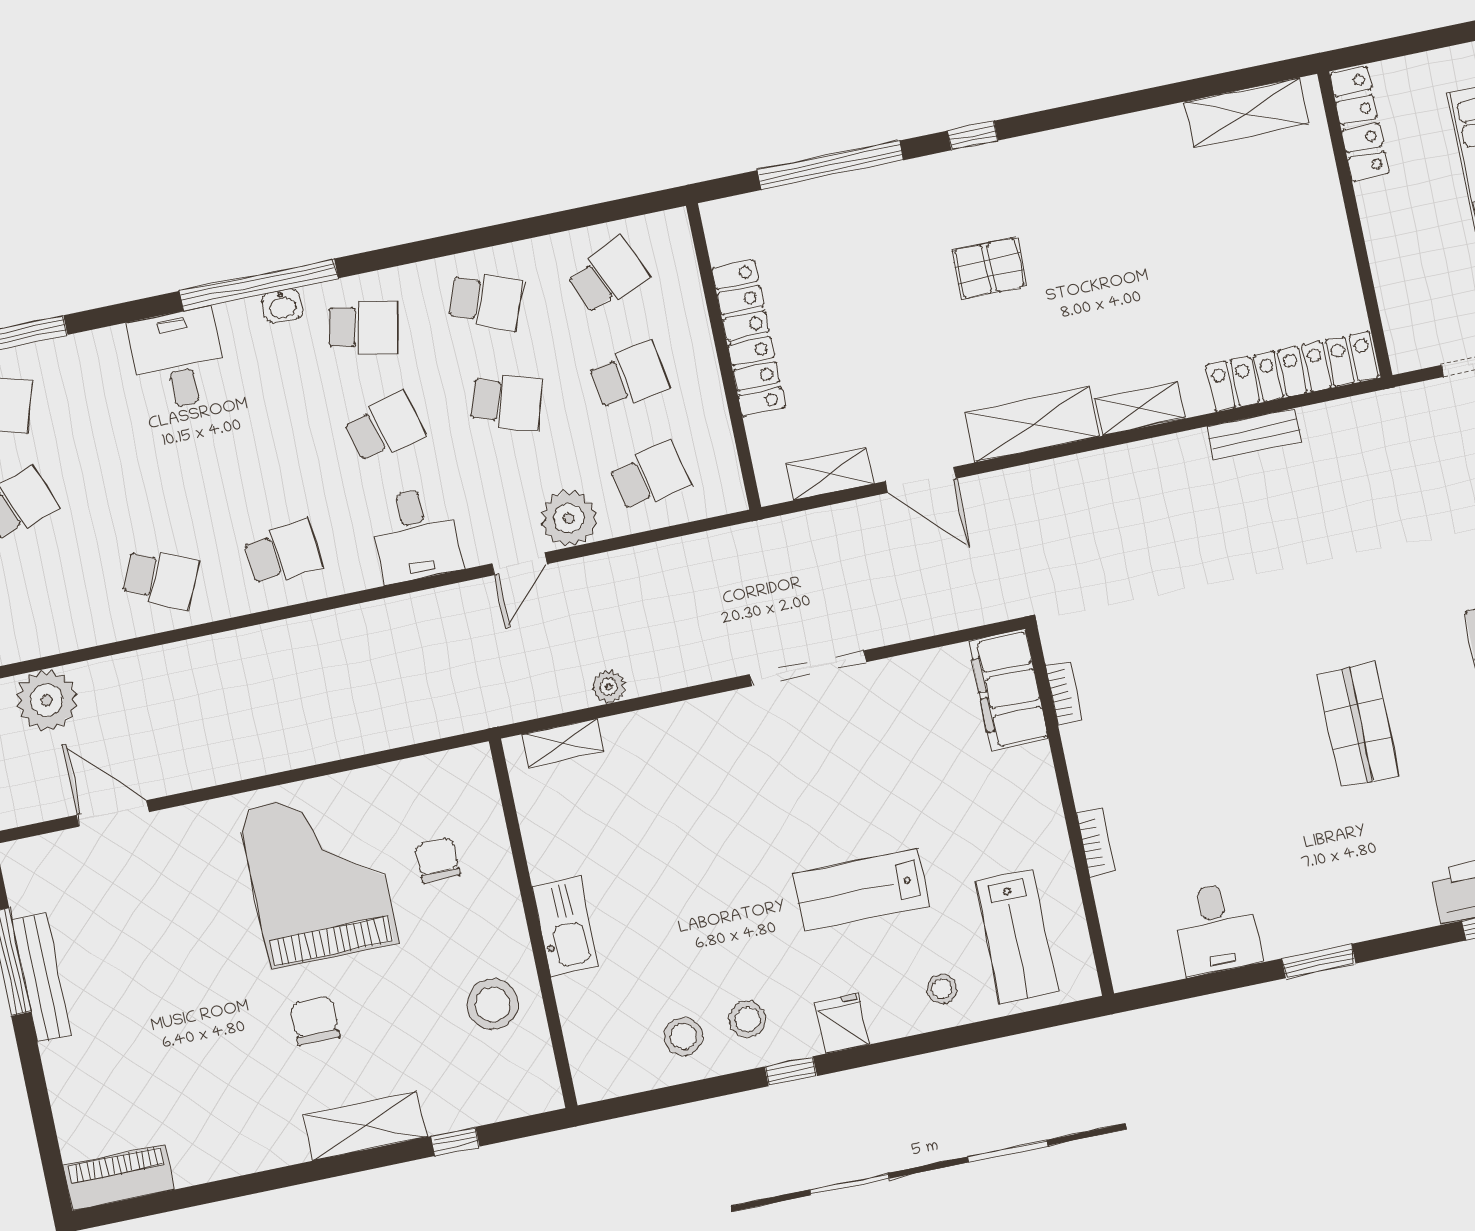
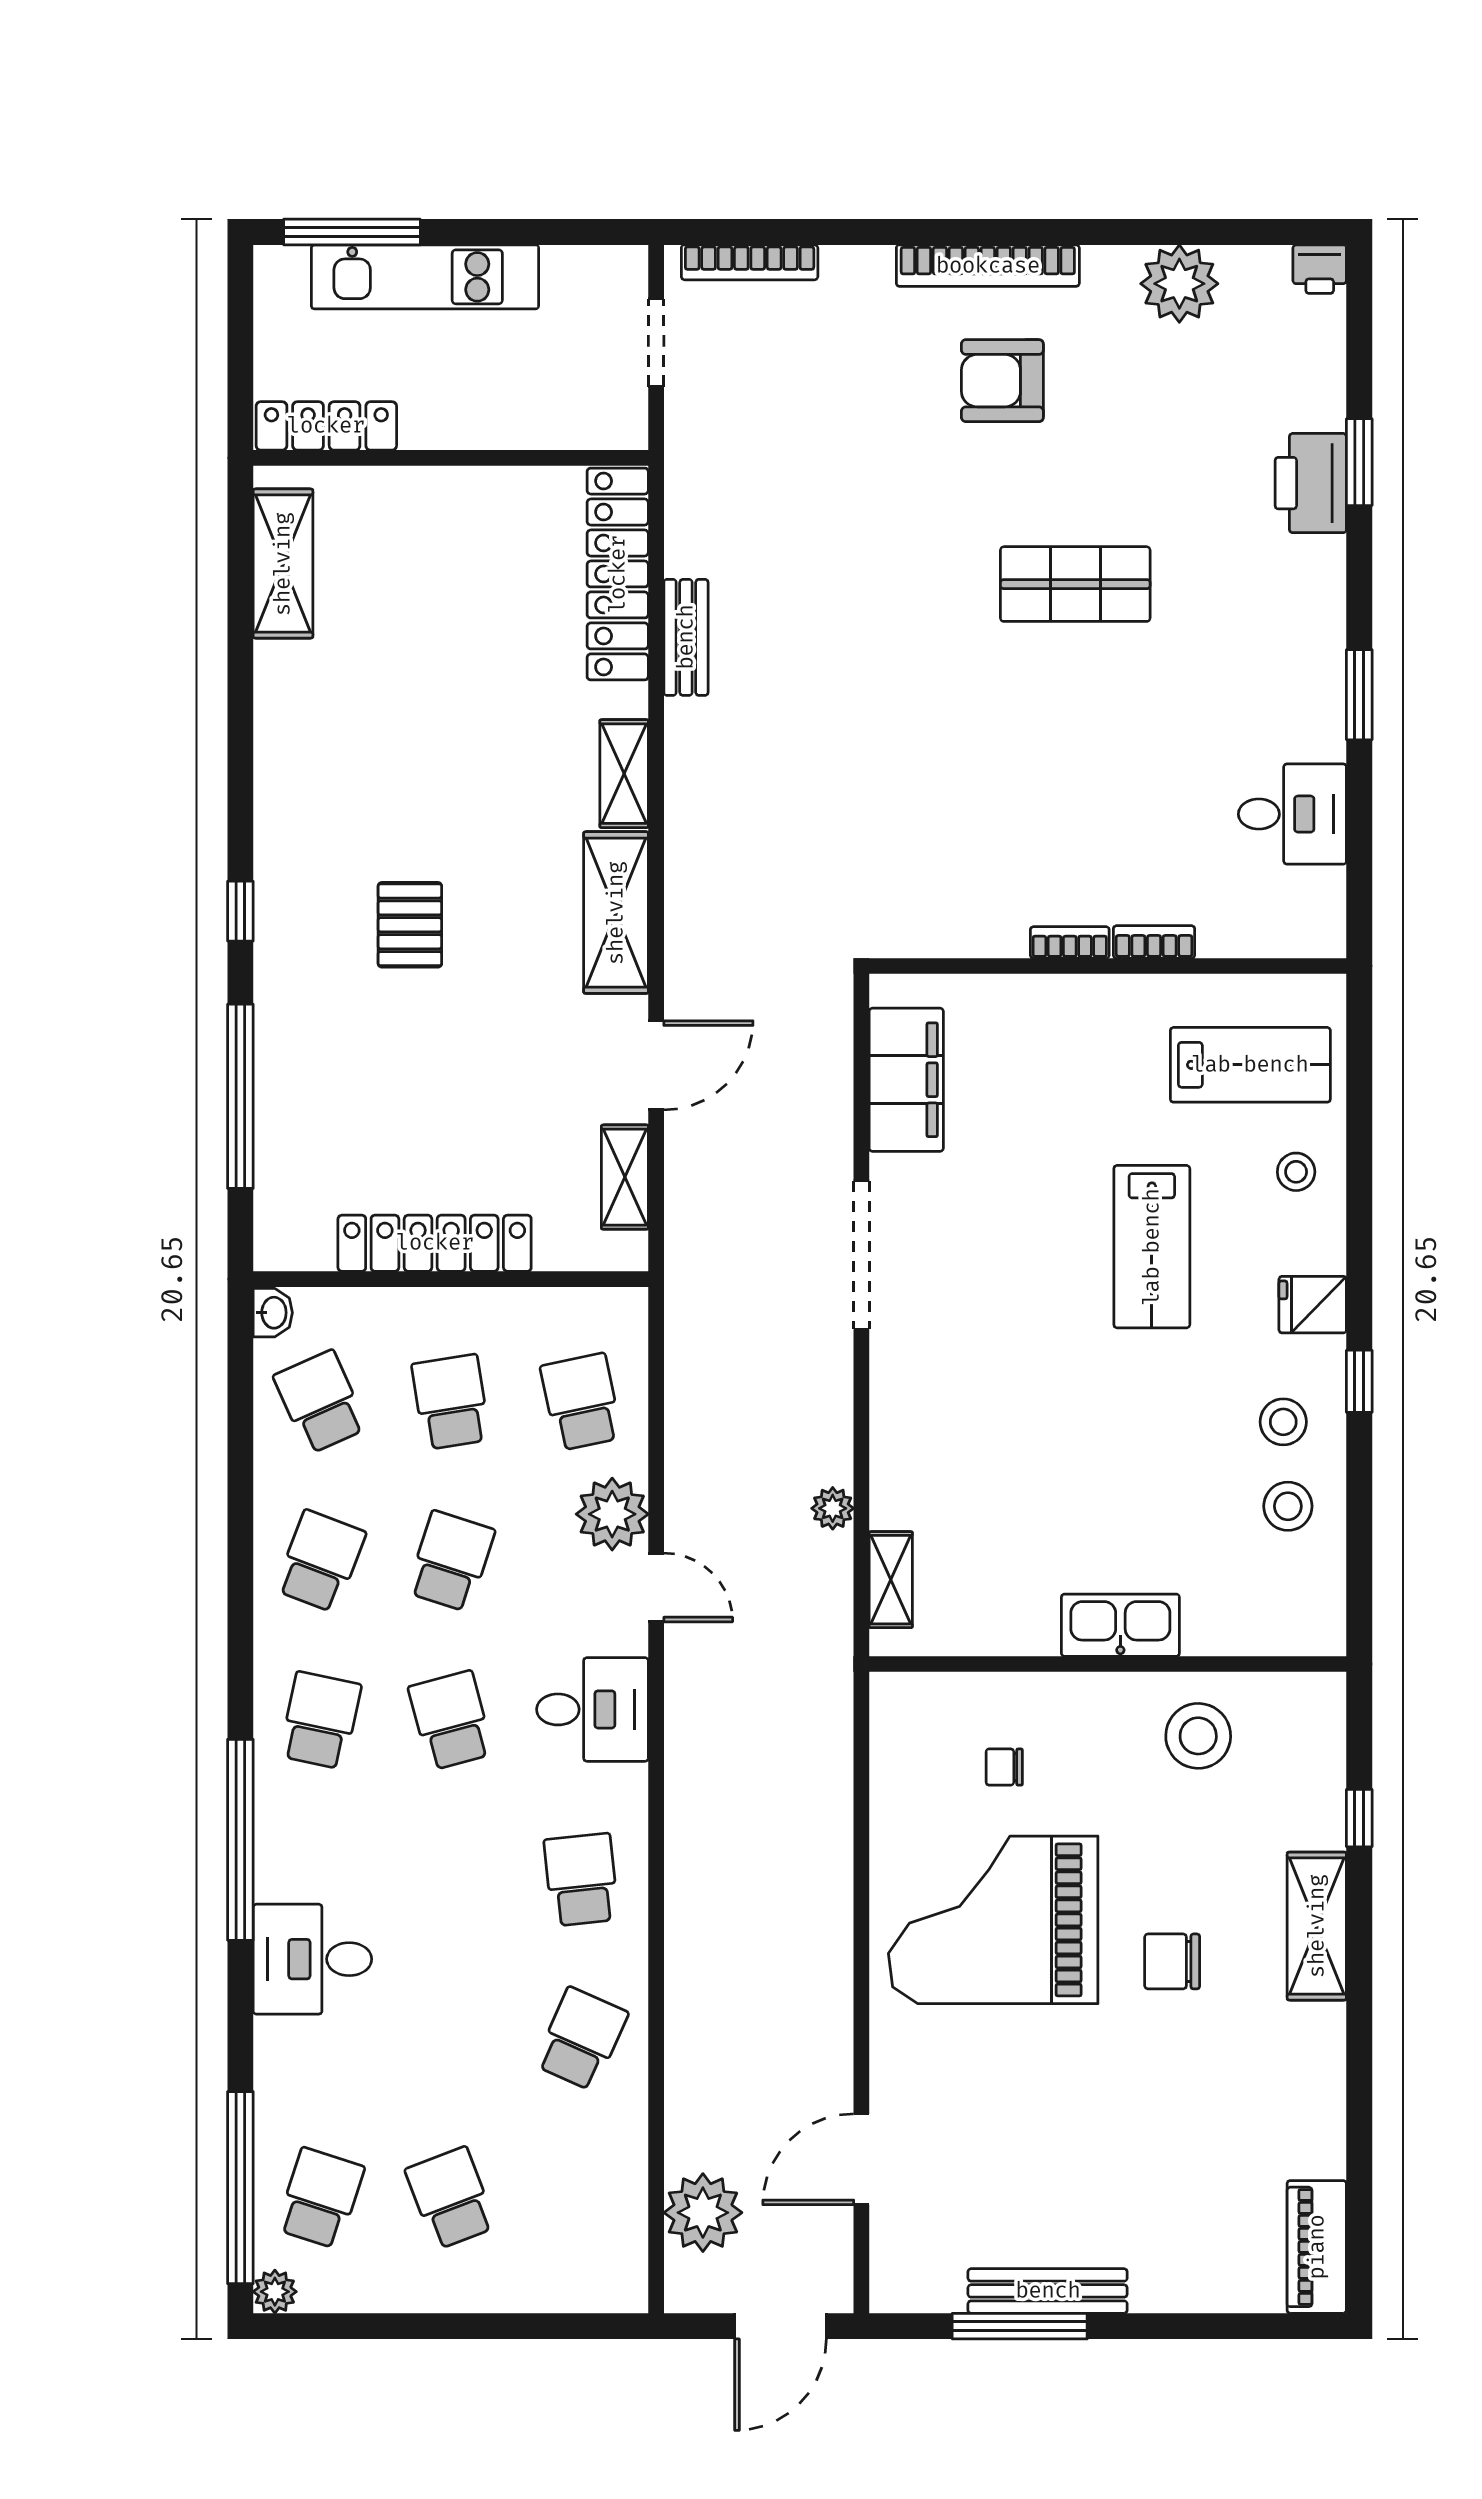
washbasin: (282, 306) -> (273, 1313), moved
filing cabinet: (1008, 690) -> (906, 1080), moved, turned -90
bookcase: (1064, 693) -> (1070, 942), moved
chair: (437, 860) -> (1004, 1767), width x0.73, depth x0.73

